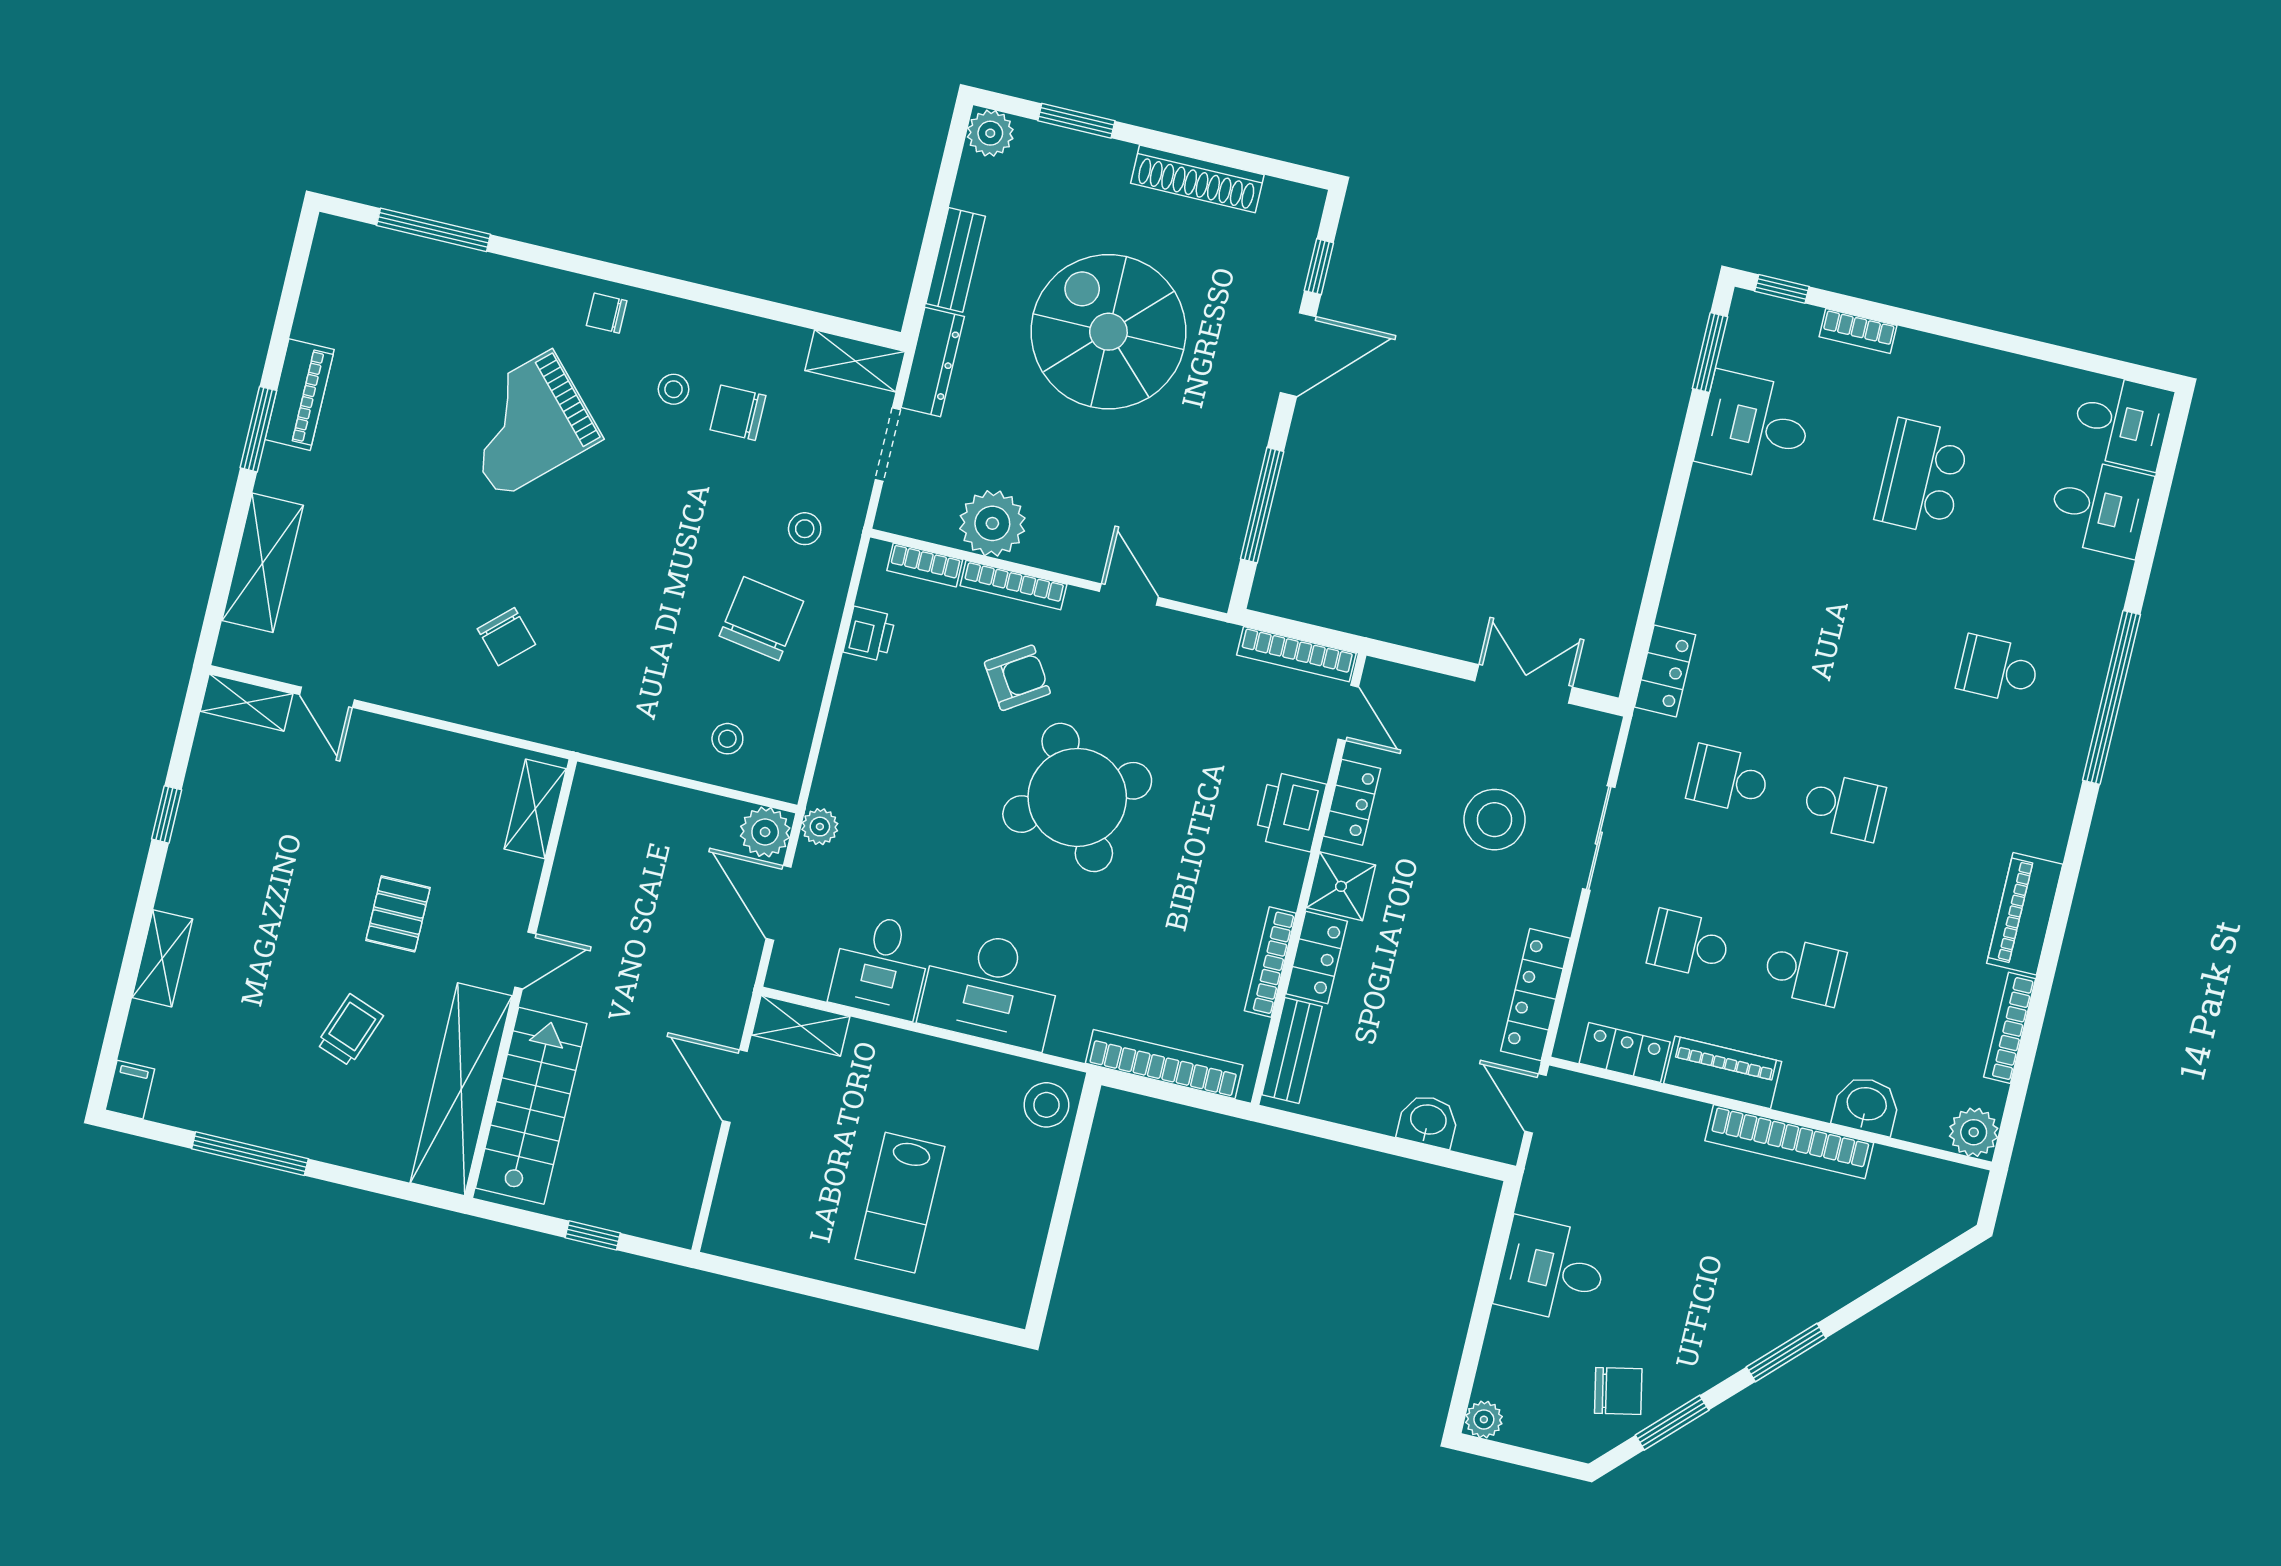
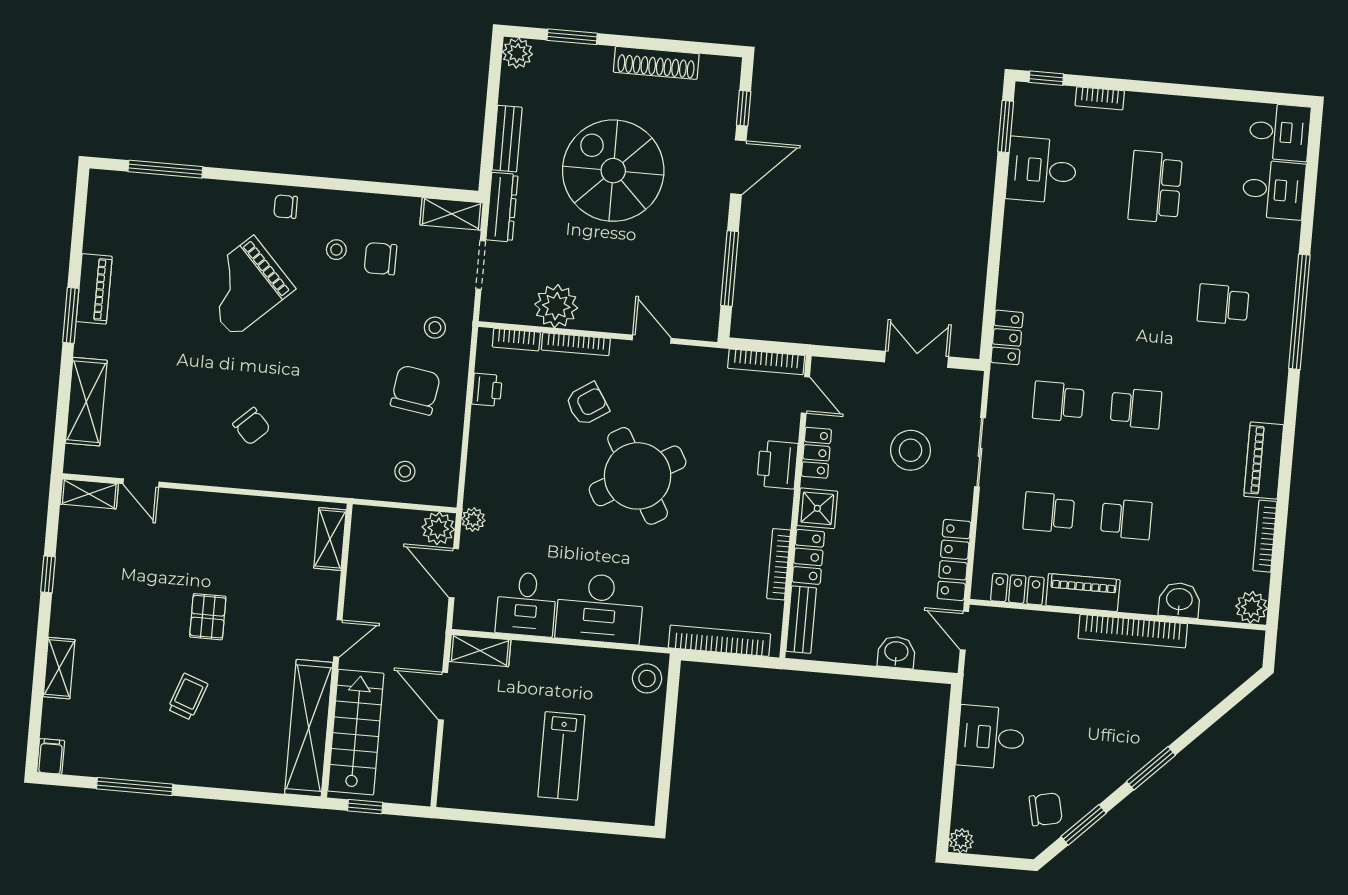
shelving: (535, 809) -> (330, 539), moved
door: (525, 960) -> (338, 638), moved
wall: (521, 979) -> (337, 651), moved
shelving: (461, 1089) -> (309, 728), moved
stairs: (531, 1106) -> (356, 732), moved

